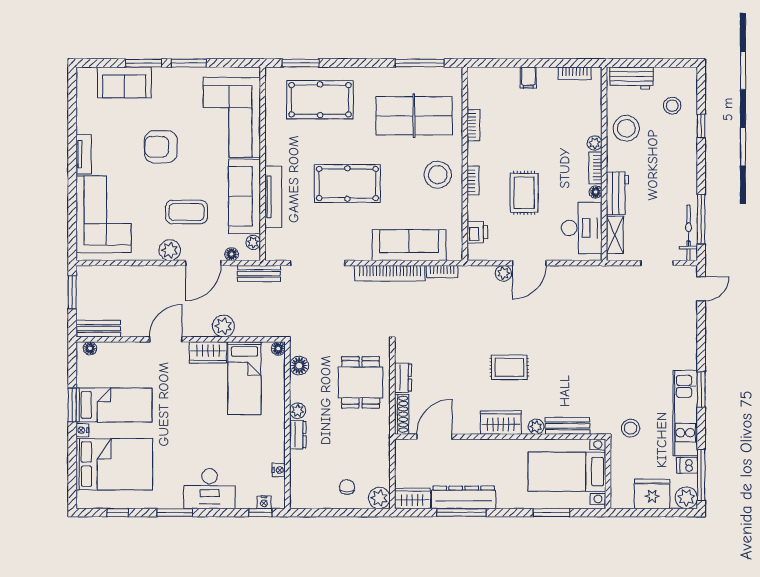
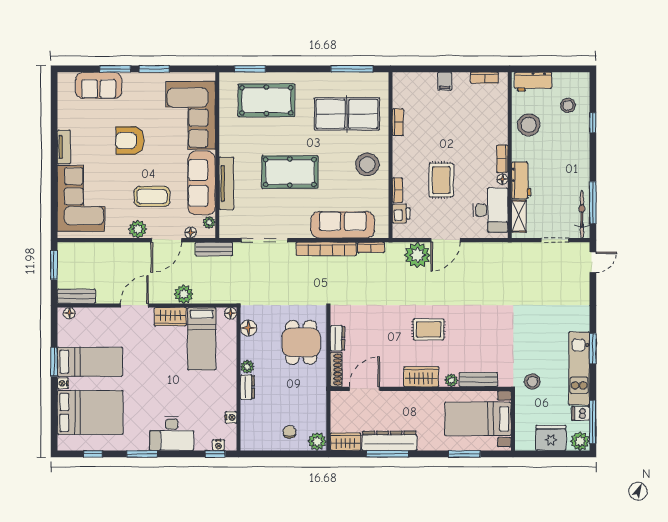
plant: (595, 143) -> (502, 137), removed
bookcase: (473, 180) -> (397, 190), moved
plant: (503, 273) -> (417, 255), width x1.88, depth x1.88

